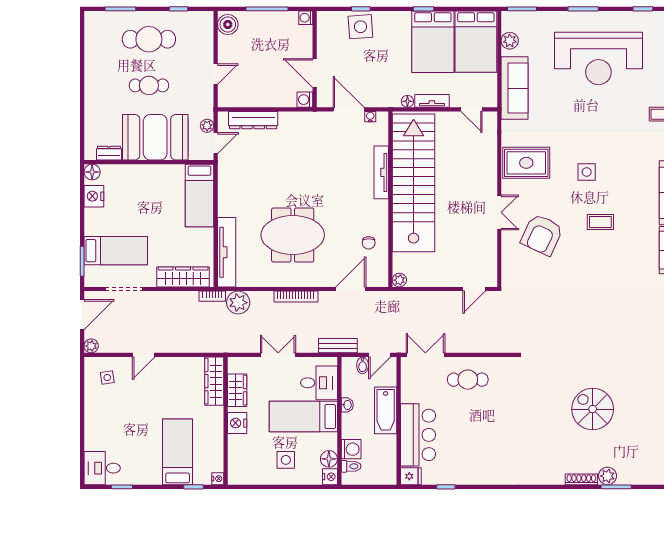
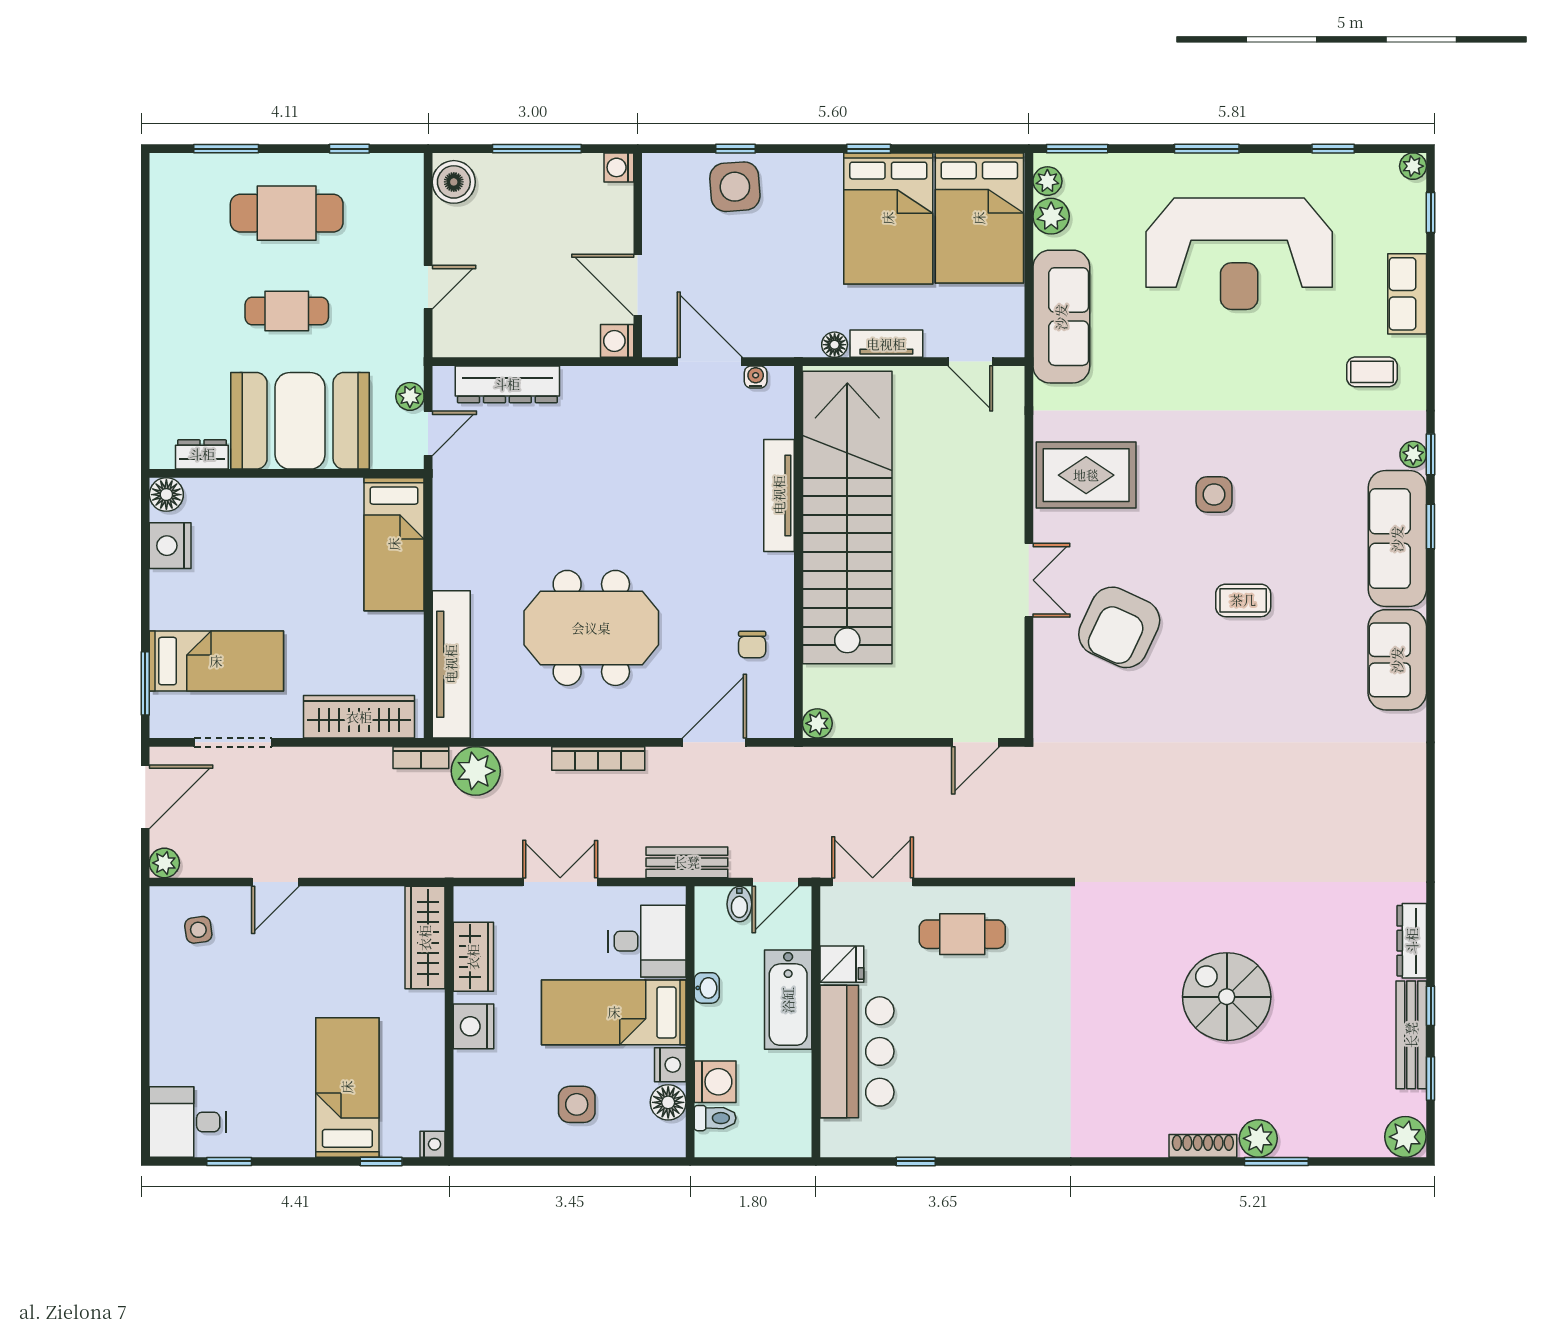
plant: (508, 24) -> (1047, 181), added
fridge: (411, 476) -> (842, 964), moved
nightstand: (330, 477) -> (670, 1065), moved

